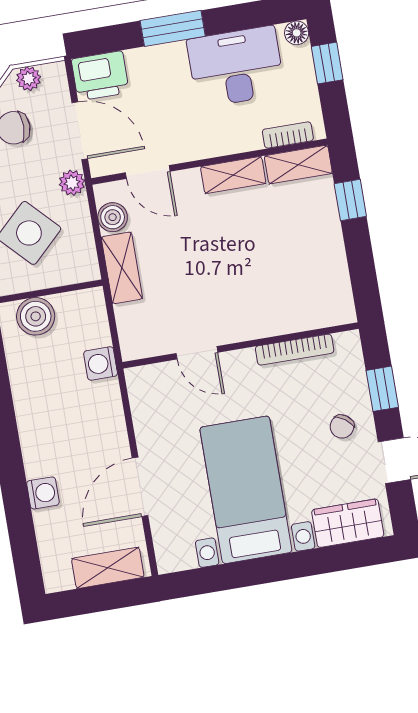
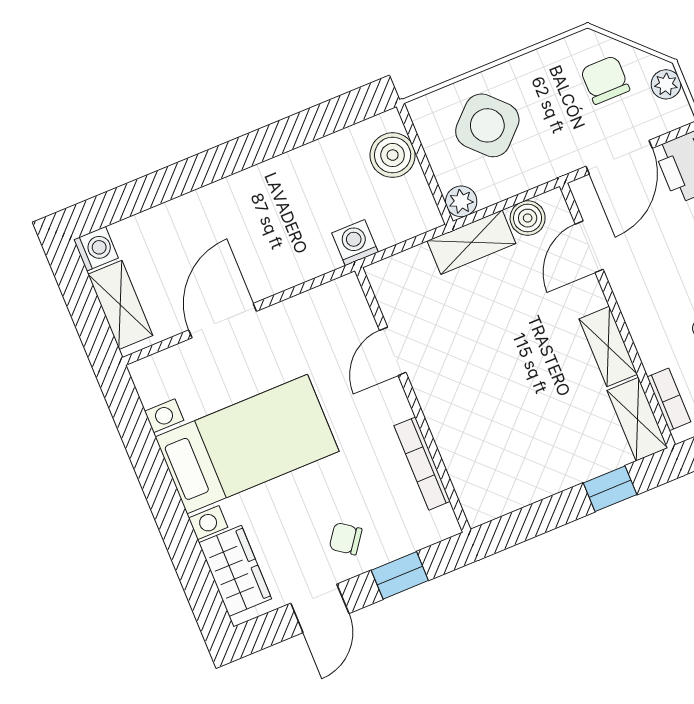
plant: (72, 183) -> (461, 201), moved
door: (140, 487) -> (223, 321), hinge flipped
washing machine: (43, 493) -> (96, 249), moved, turned -90

